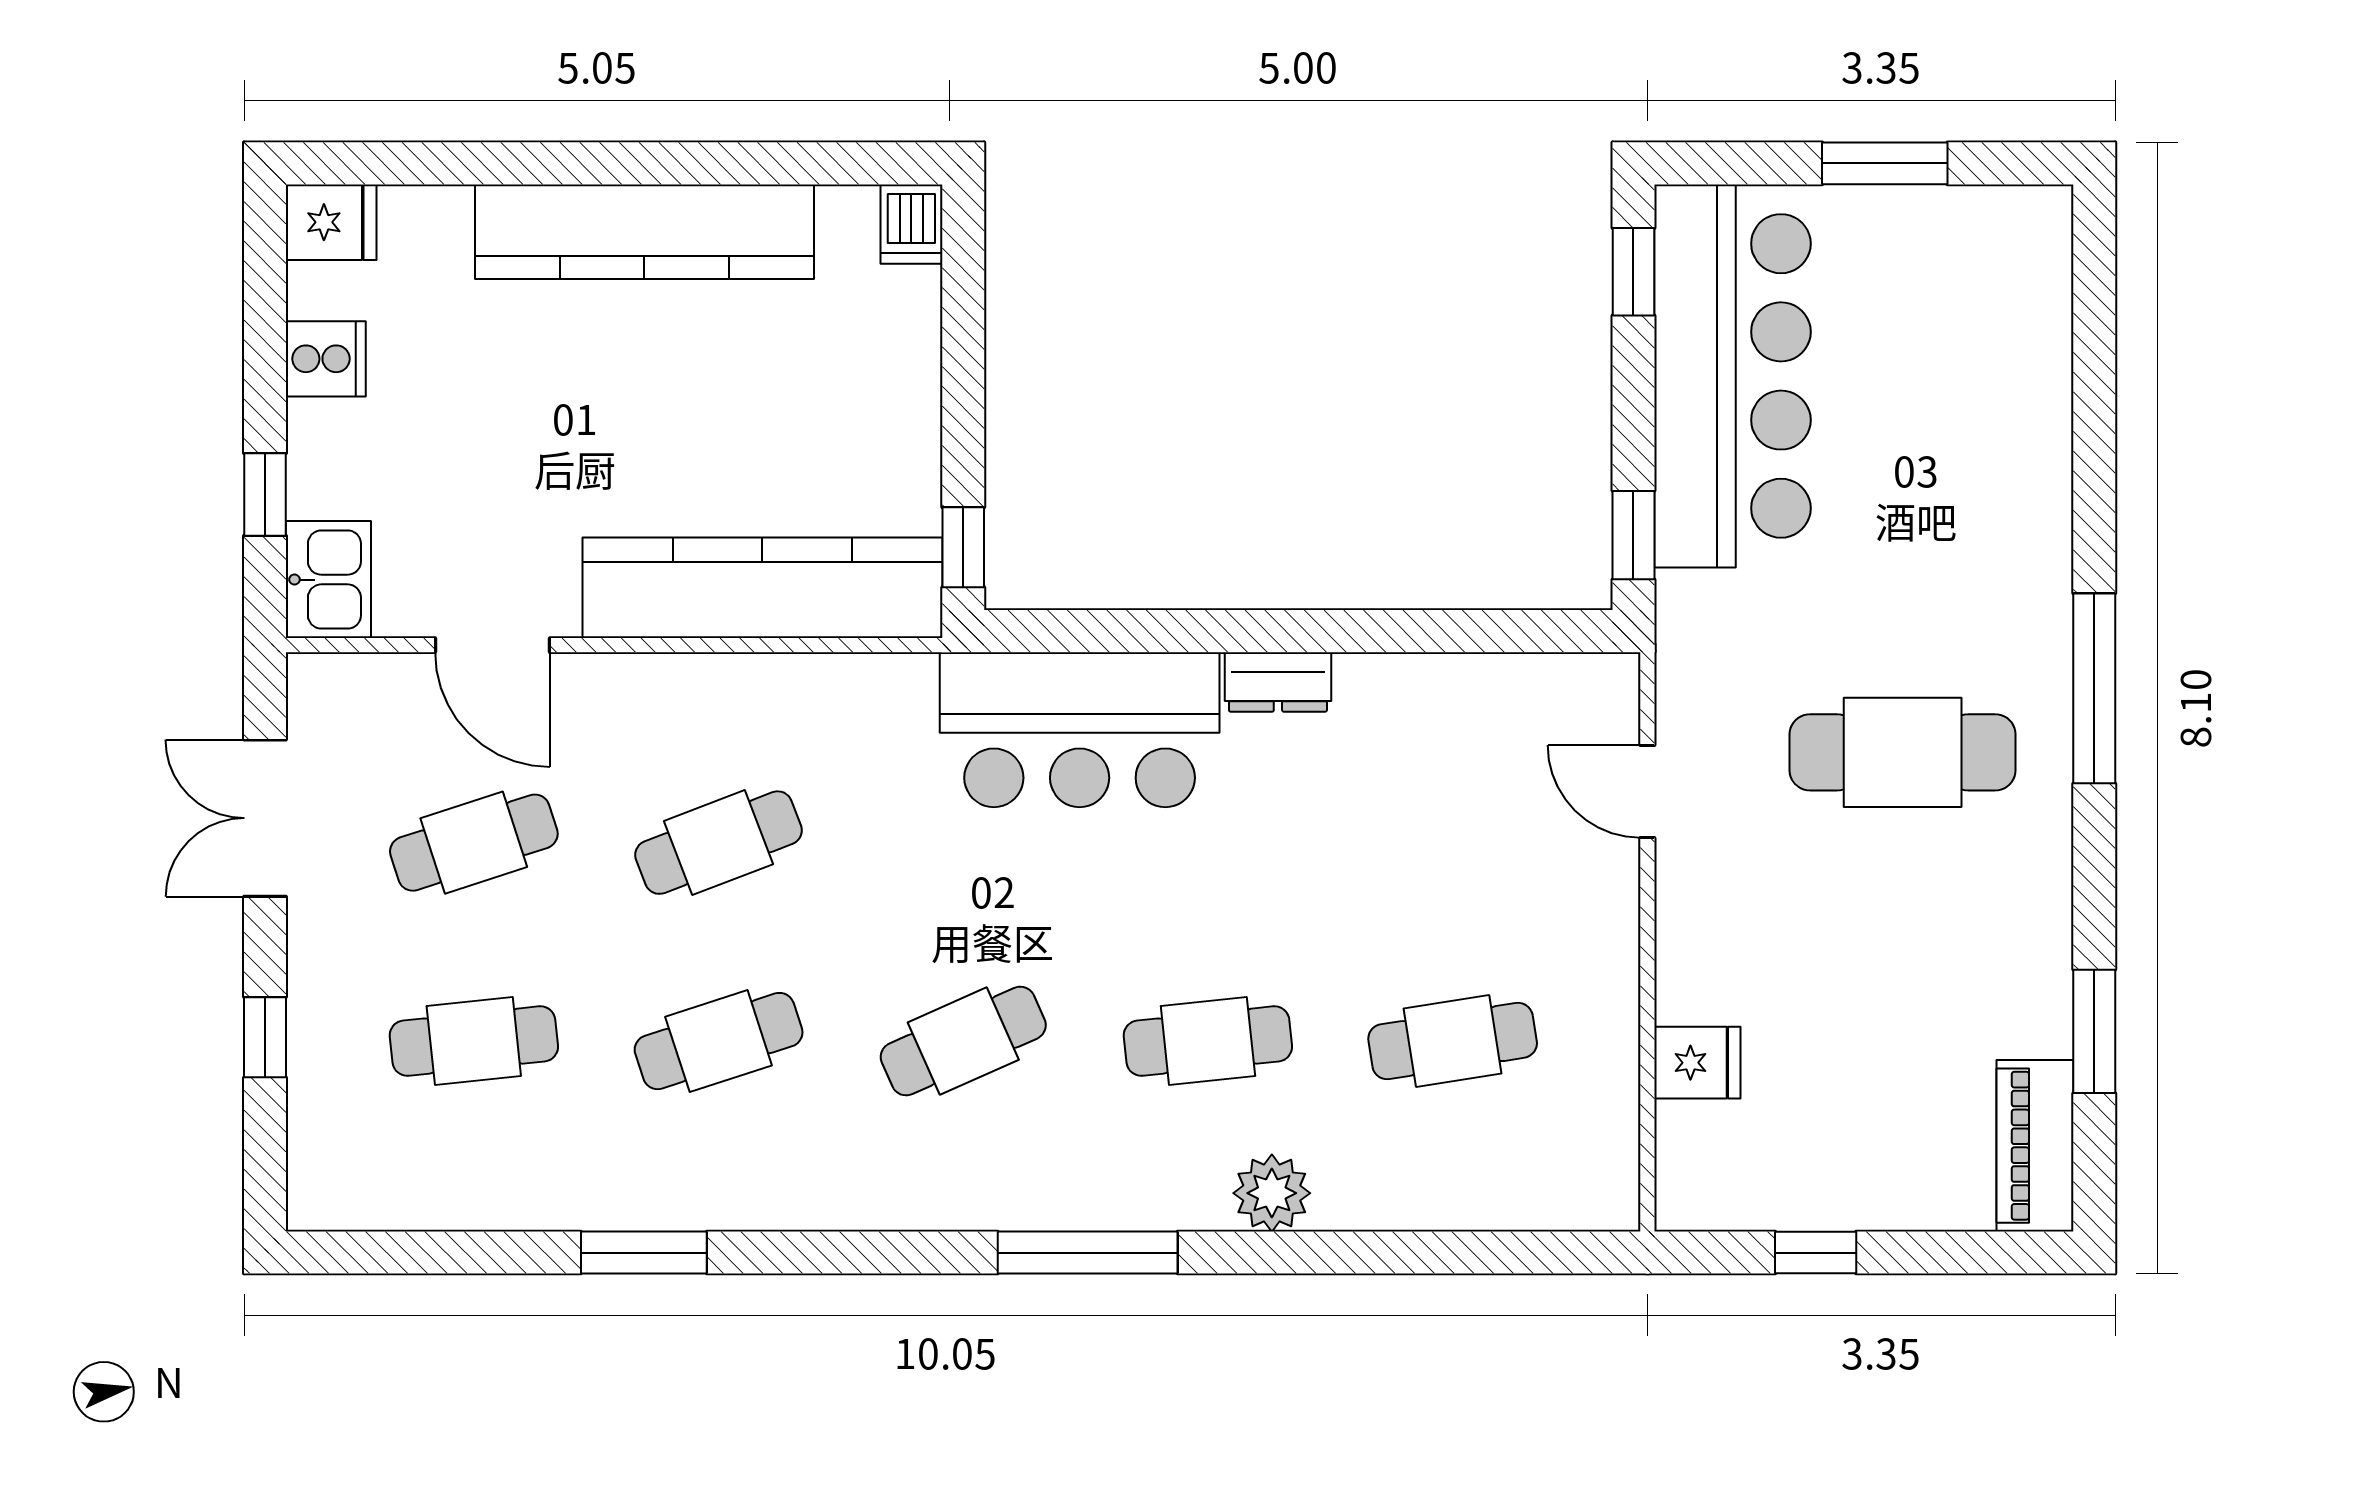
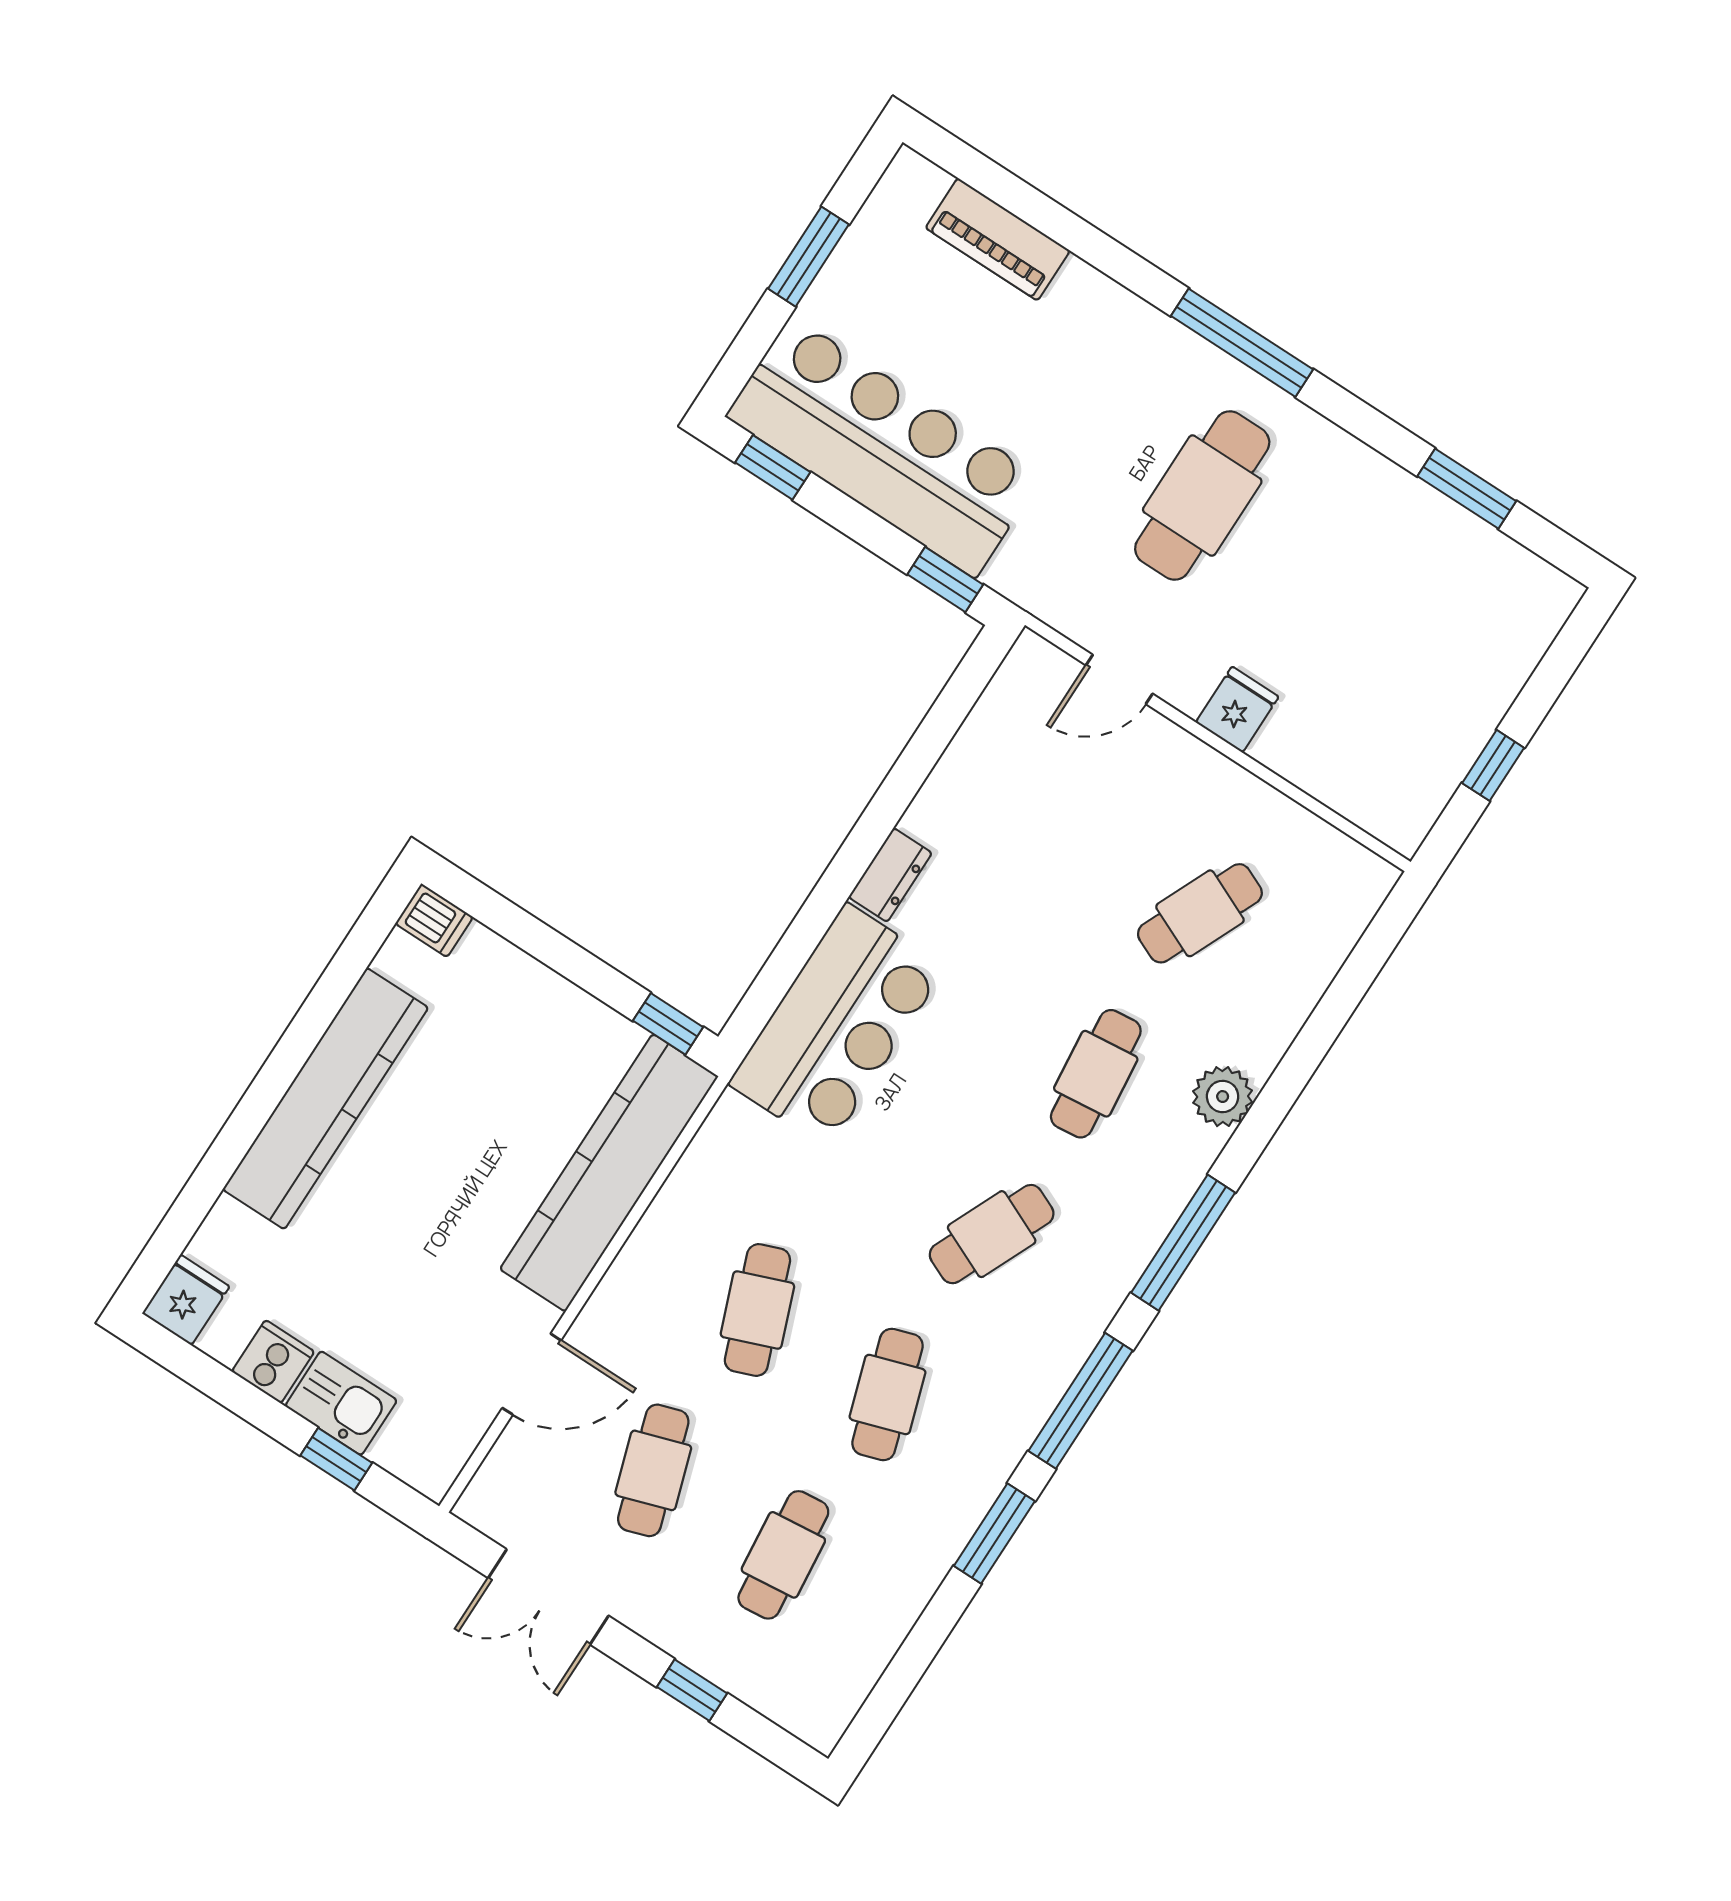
kitchen sink: (328, 580) -> (341, 1403), moved
cafe table: (963, 1041) -> (992, 1234), turned 48
cafe table: (1453, 1041) -> (1200, 913), turned 33
fridge: (1697, 1063) -> (1237, 710), moved
piano: (2035, 1146) -> (998, 239), moved
window: (846, 1253) -> (1080, 1401), added

